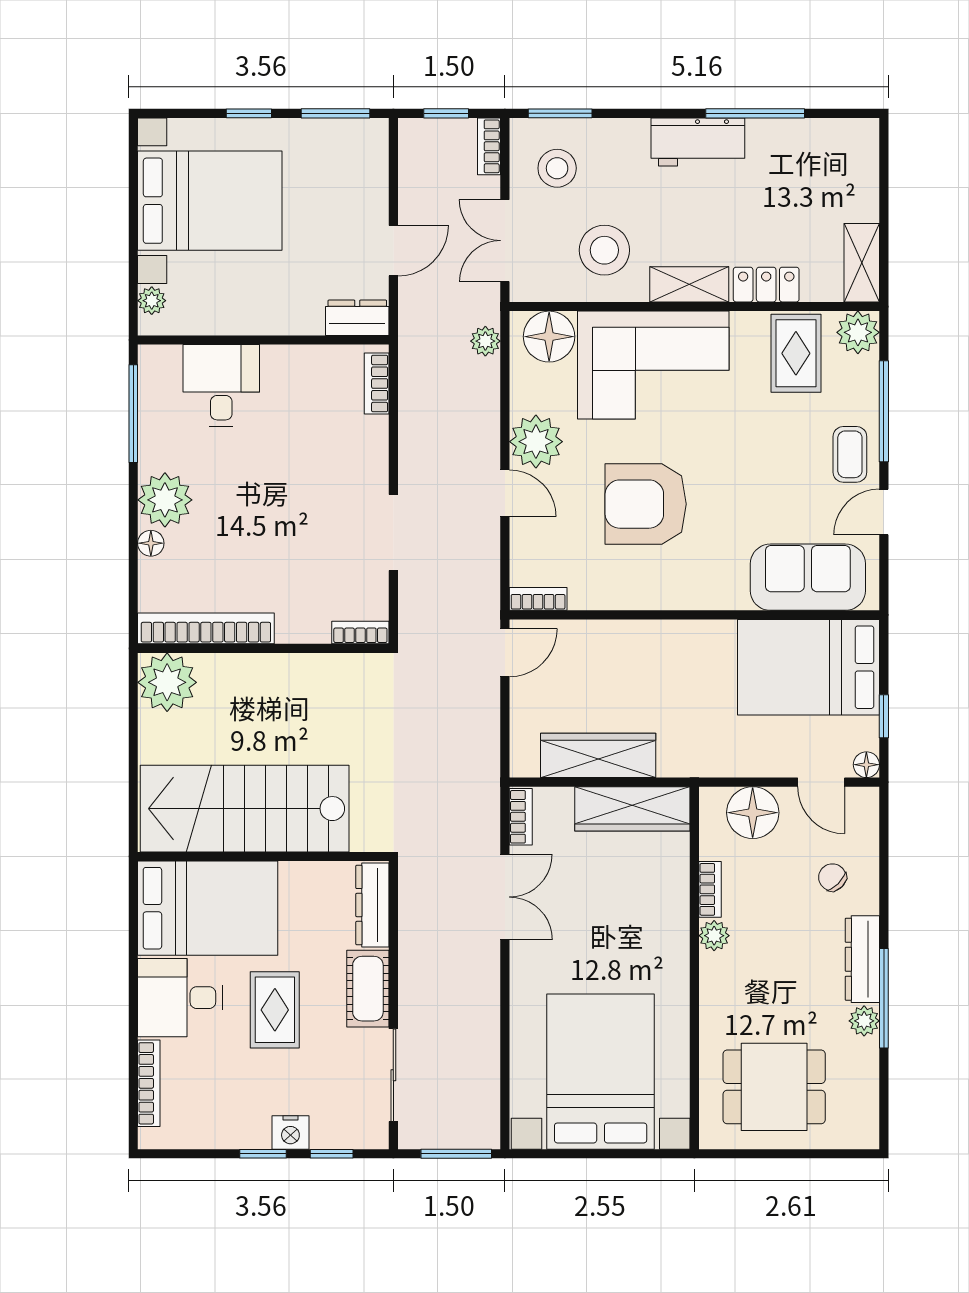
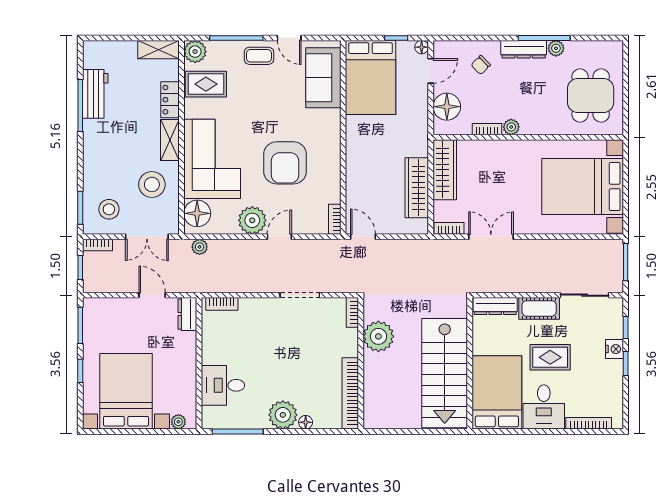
workbench: (698, 142) -> (95, 94), moved
plant: (167, 682) -> (378, 336), moved

